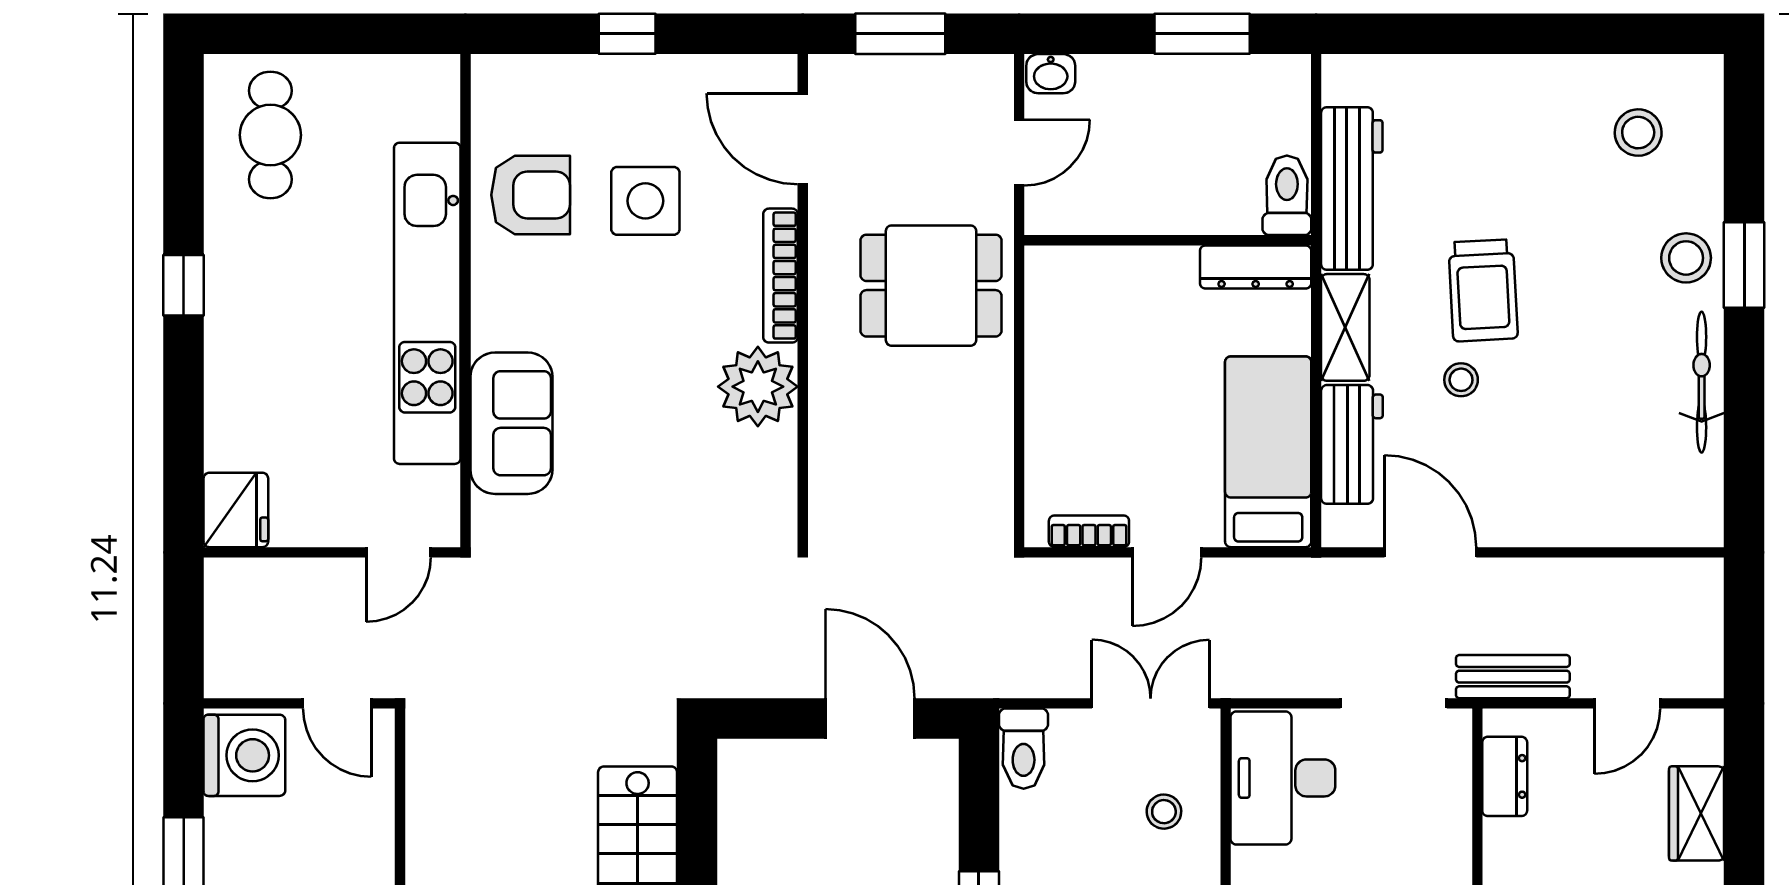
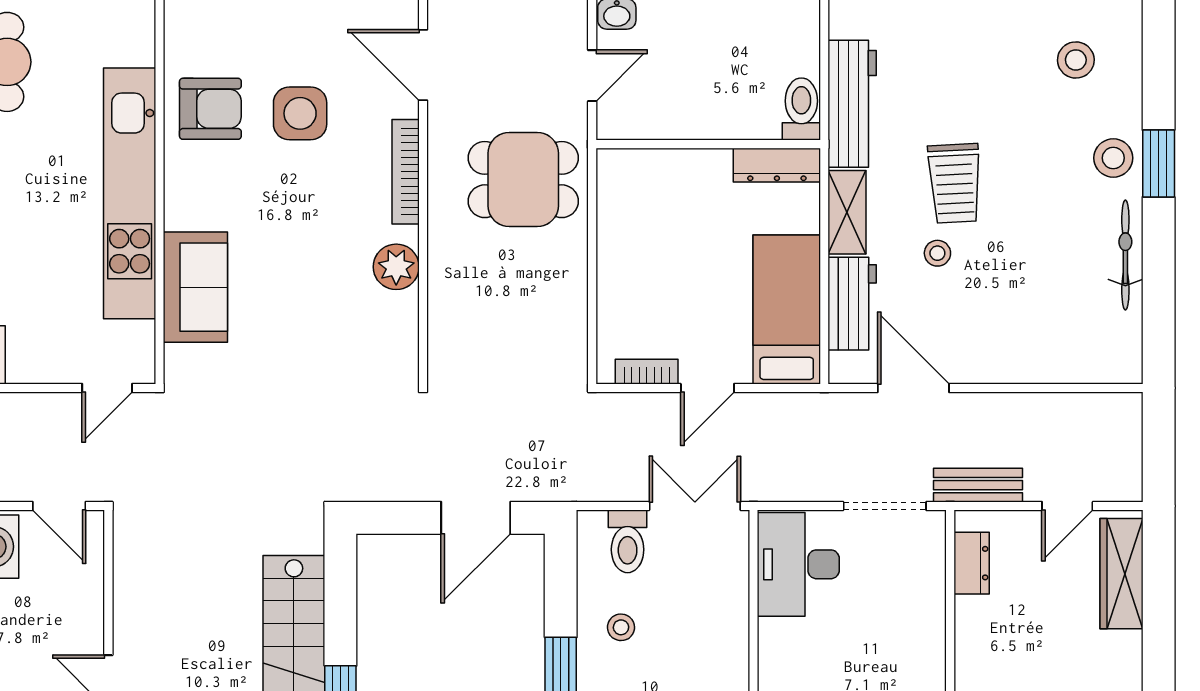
plant: (758, 387) -> (396, 267), width x0.73, depth x0.73
door: (870, 718) -> (476, 518), swing flipped
toilet: (1024, 749) -> (628, 541), moved
stool: (1164, 812) -> (621, 627), moved
wardrobe: (1697, 813) -> (1121, 574), width x1.50

